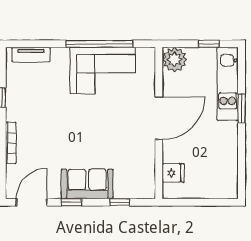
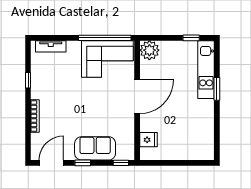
plant: (175, 59) -> (149, 50), moved
door: (159, 118) -> (137, 97), moved
wall: (159, 123) -> (137, 100), moved
fridge: (173, 173) -> (148, 140), moved

